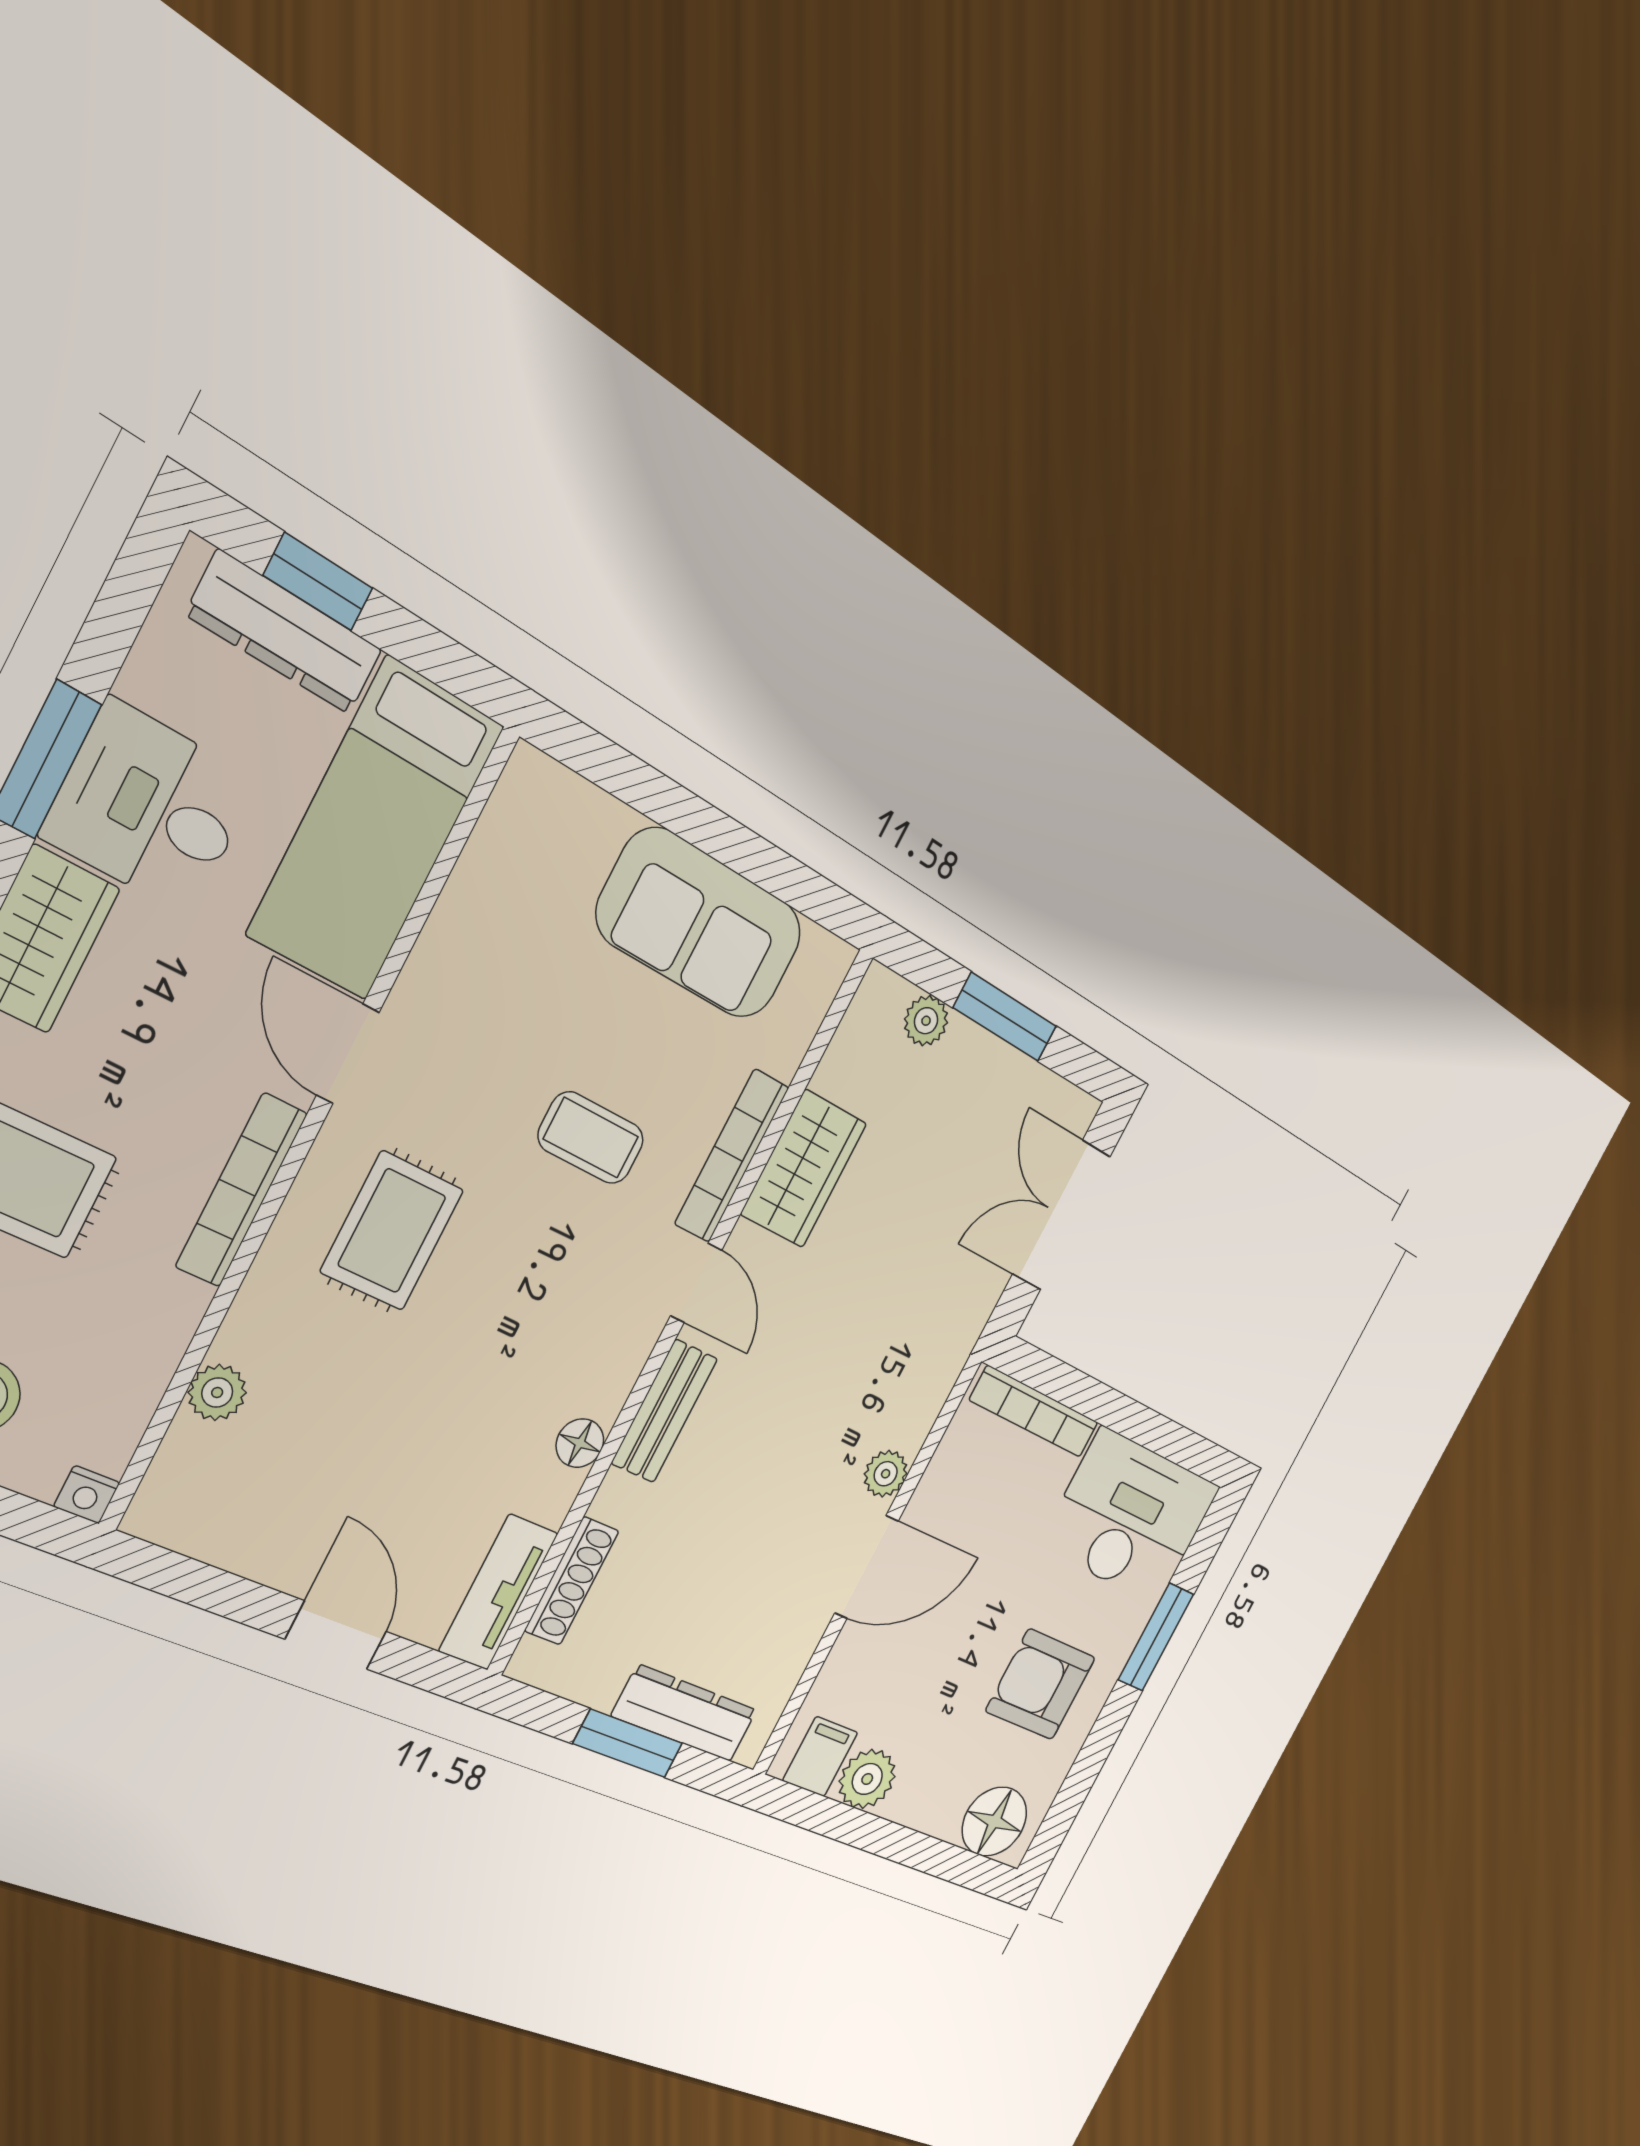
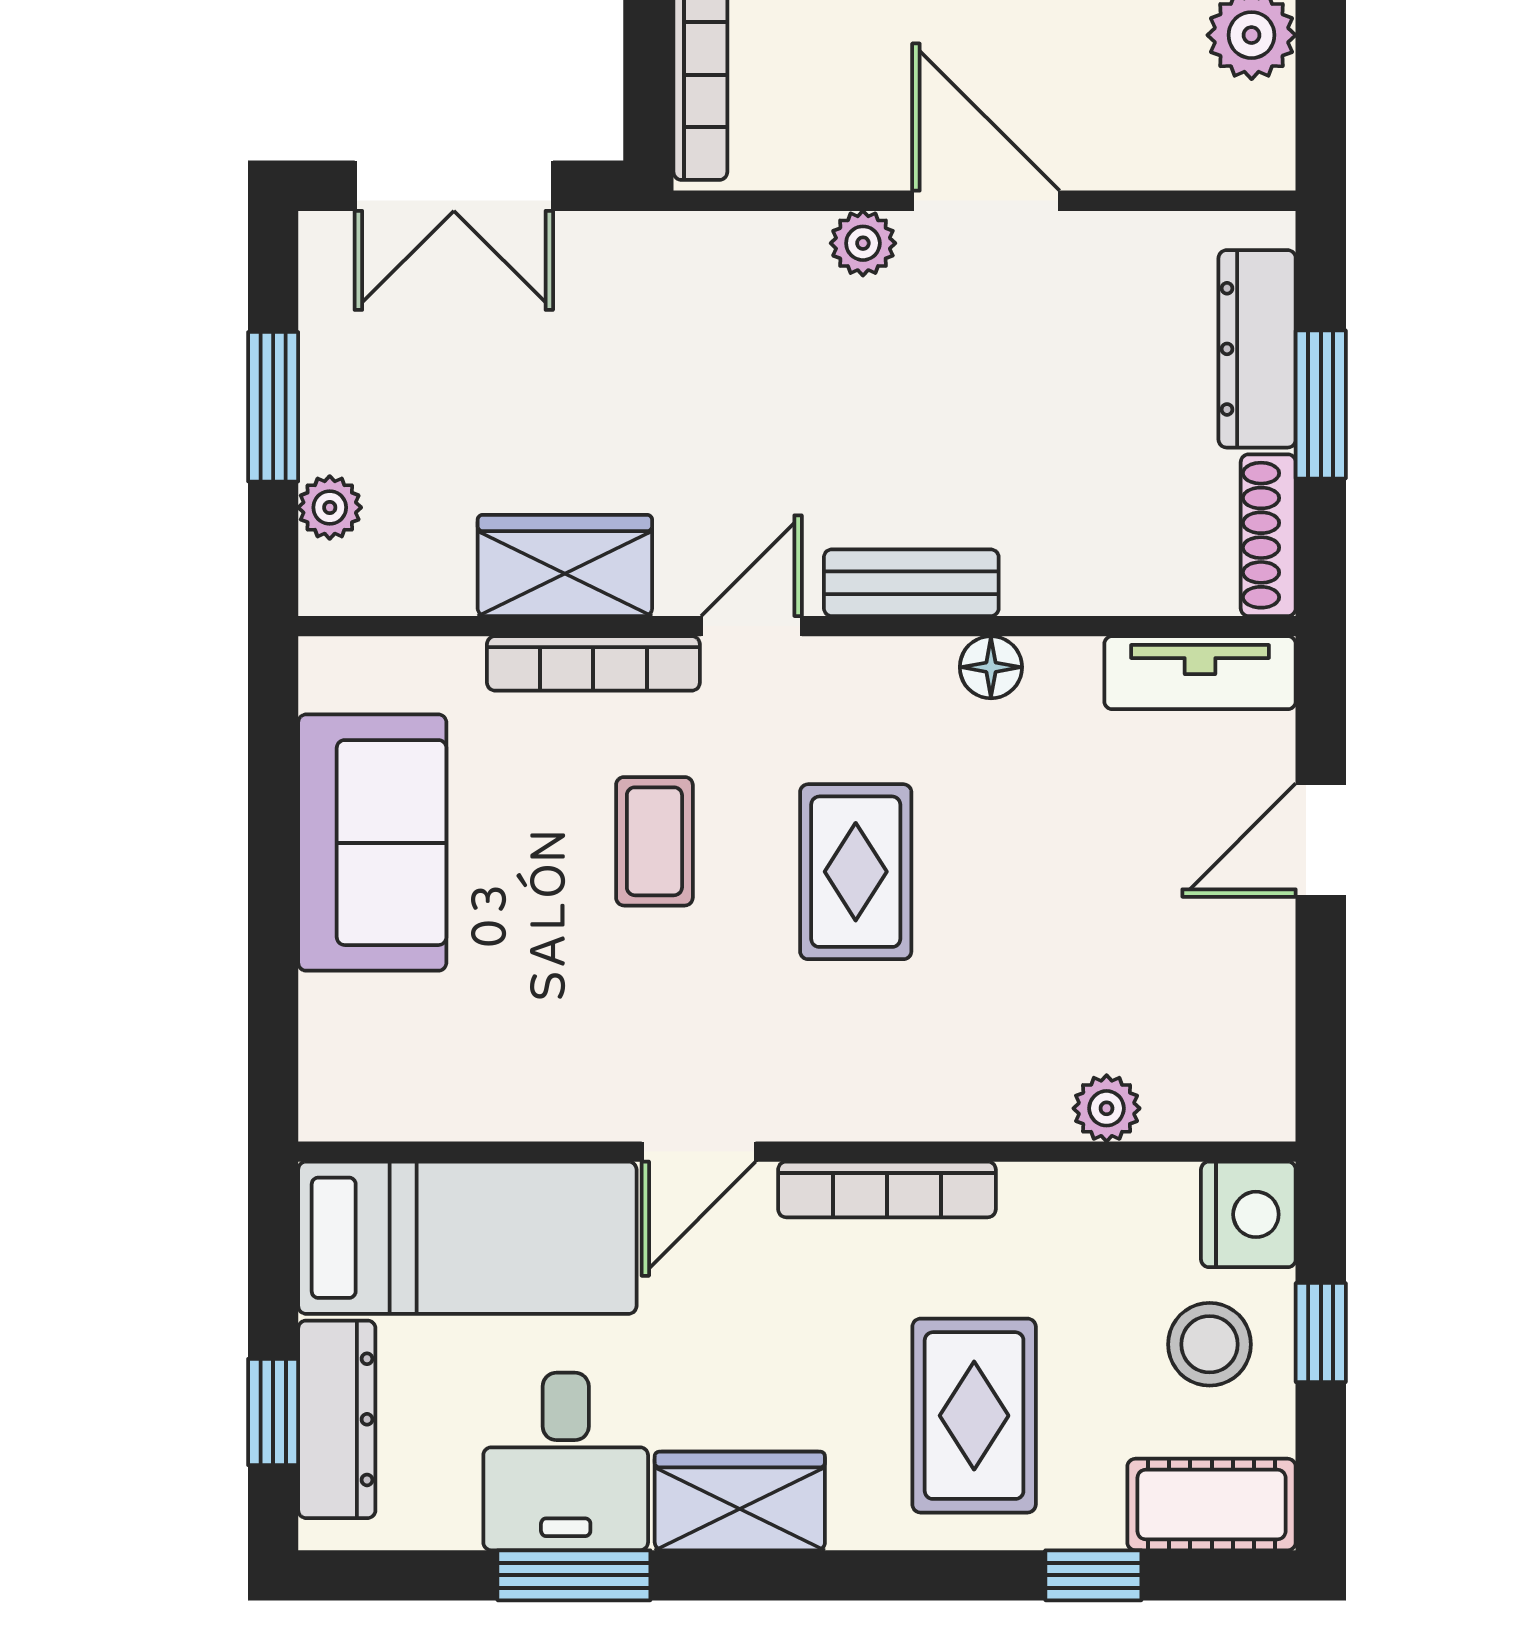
rug: (392, 1231) -> (856, 872), moved, turned 90
nightstand: (87, 1495) -> (1248, 1214), width x1.89, depth x1.79
shoe rack: (572, 1581) -> (1268, 535), moved, turned -90
filing cabinet: (820, 1757) -> (1246, 123), removed

